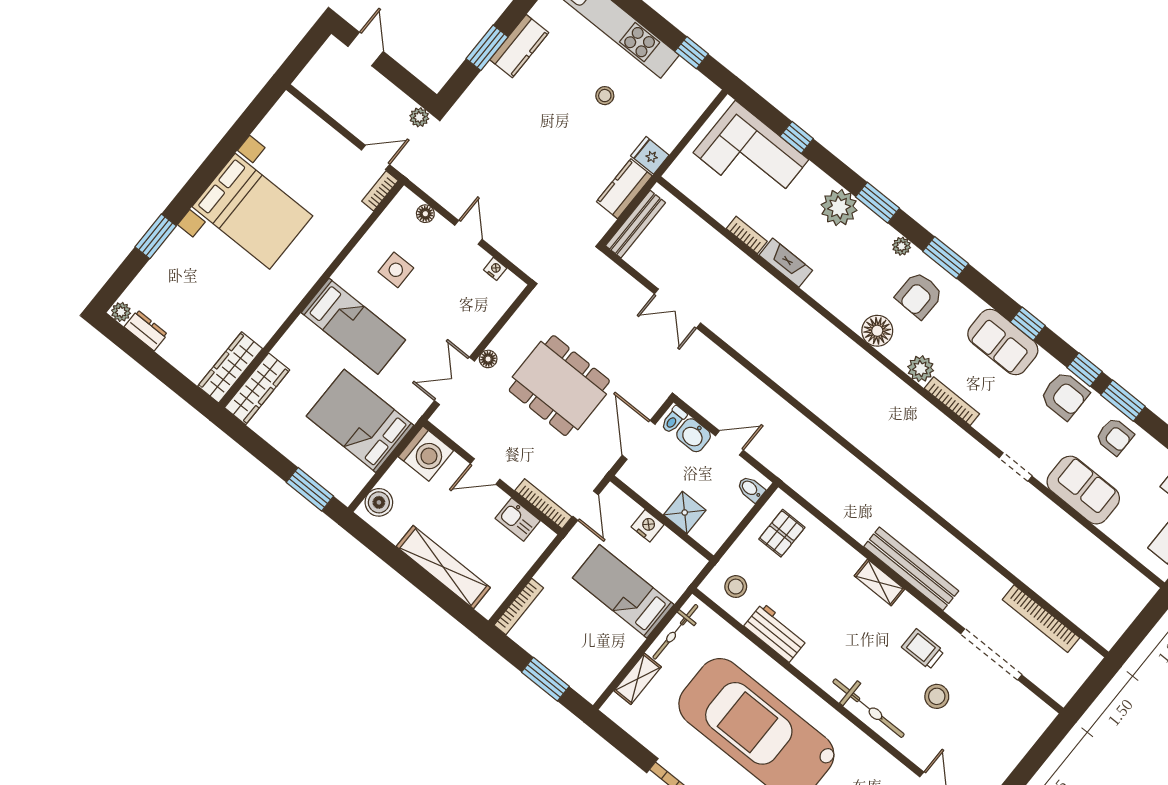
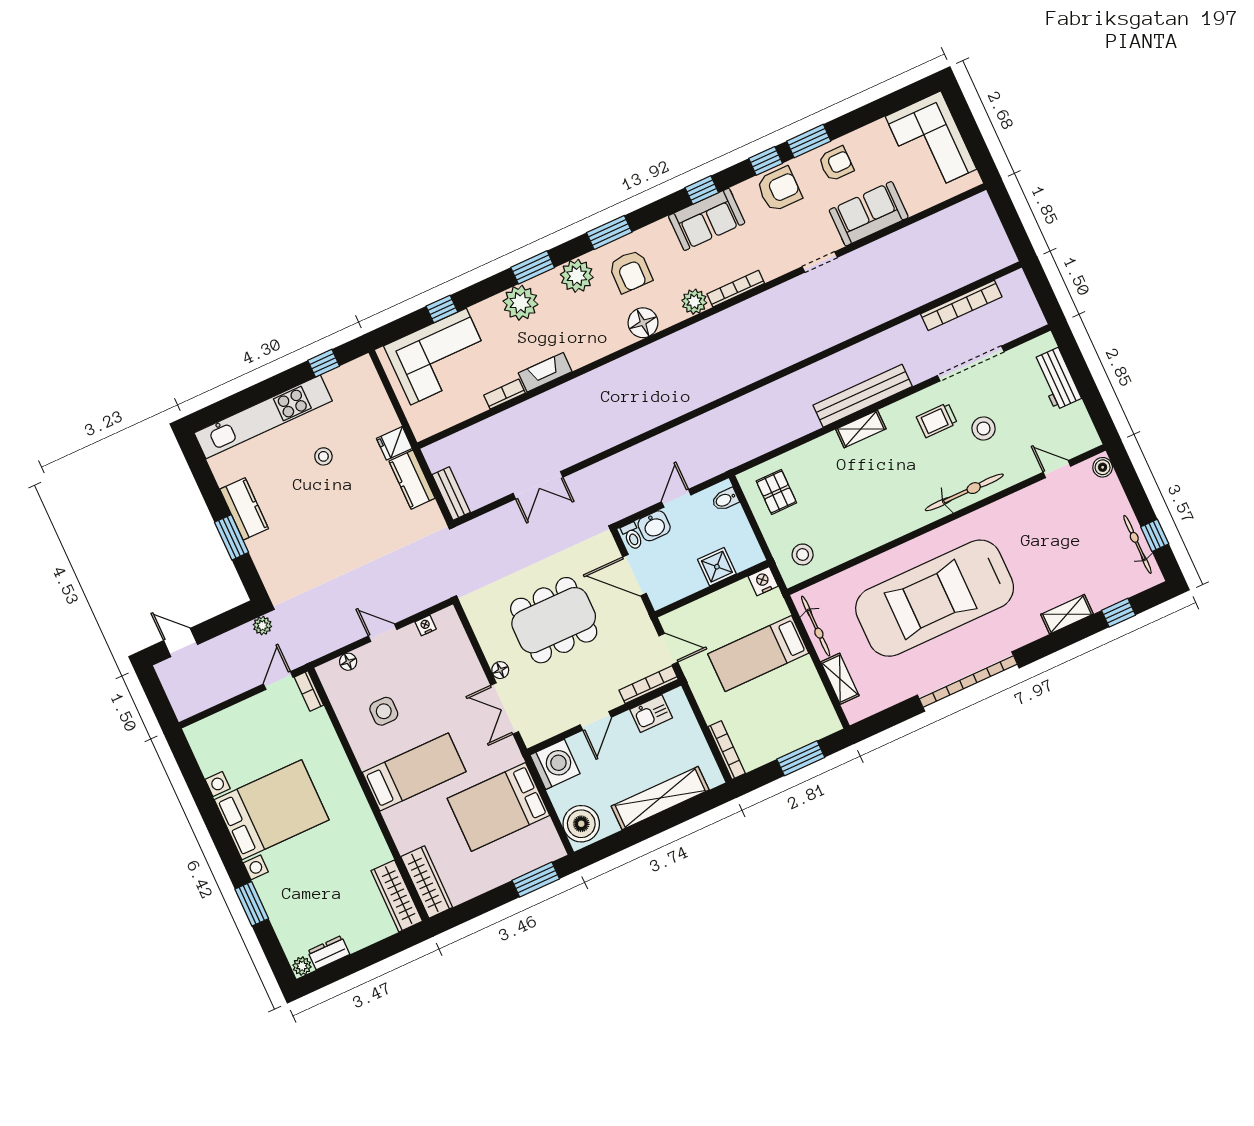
bench: (635, 224) -> (451, 494), width x0.73
plant: (902, 246) -> (577, 276), width x1.87, depth x1.87
boiler: (379, 502) -> (581, 824), width x1.37, depth x1.37
nightstand: (647, 526) -> (763, 581), moved
workbench: (776, 633) -> (1057, 379), moved, turned -90

